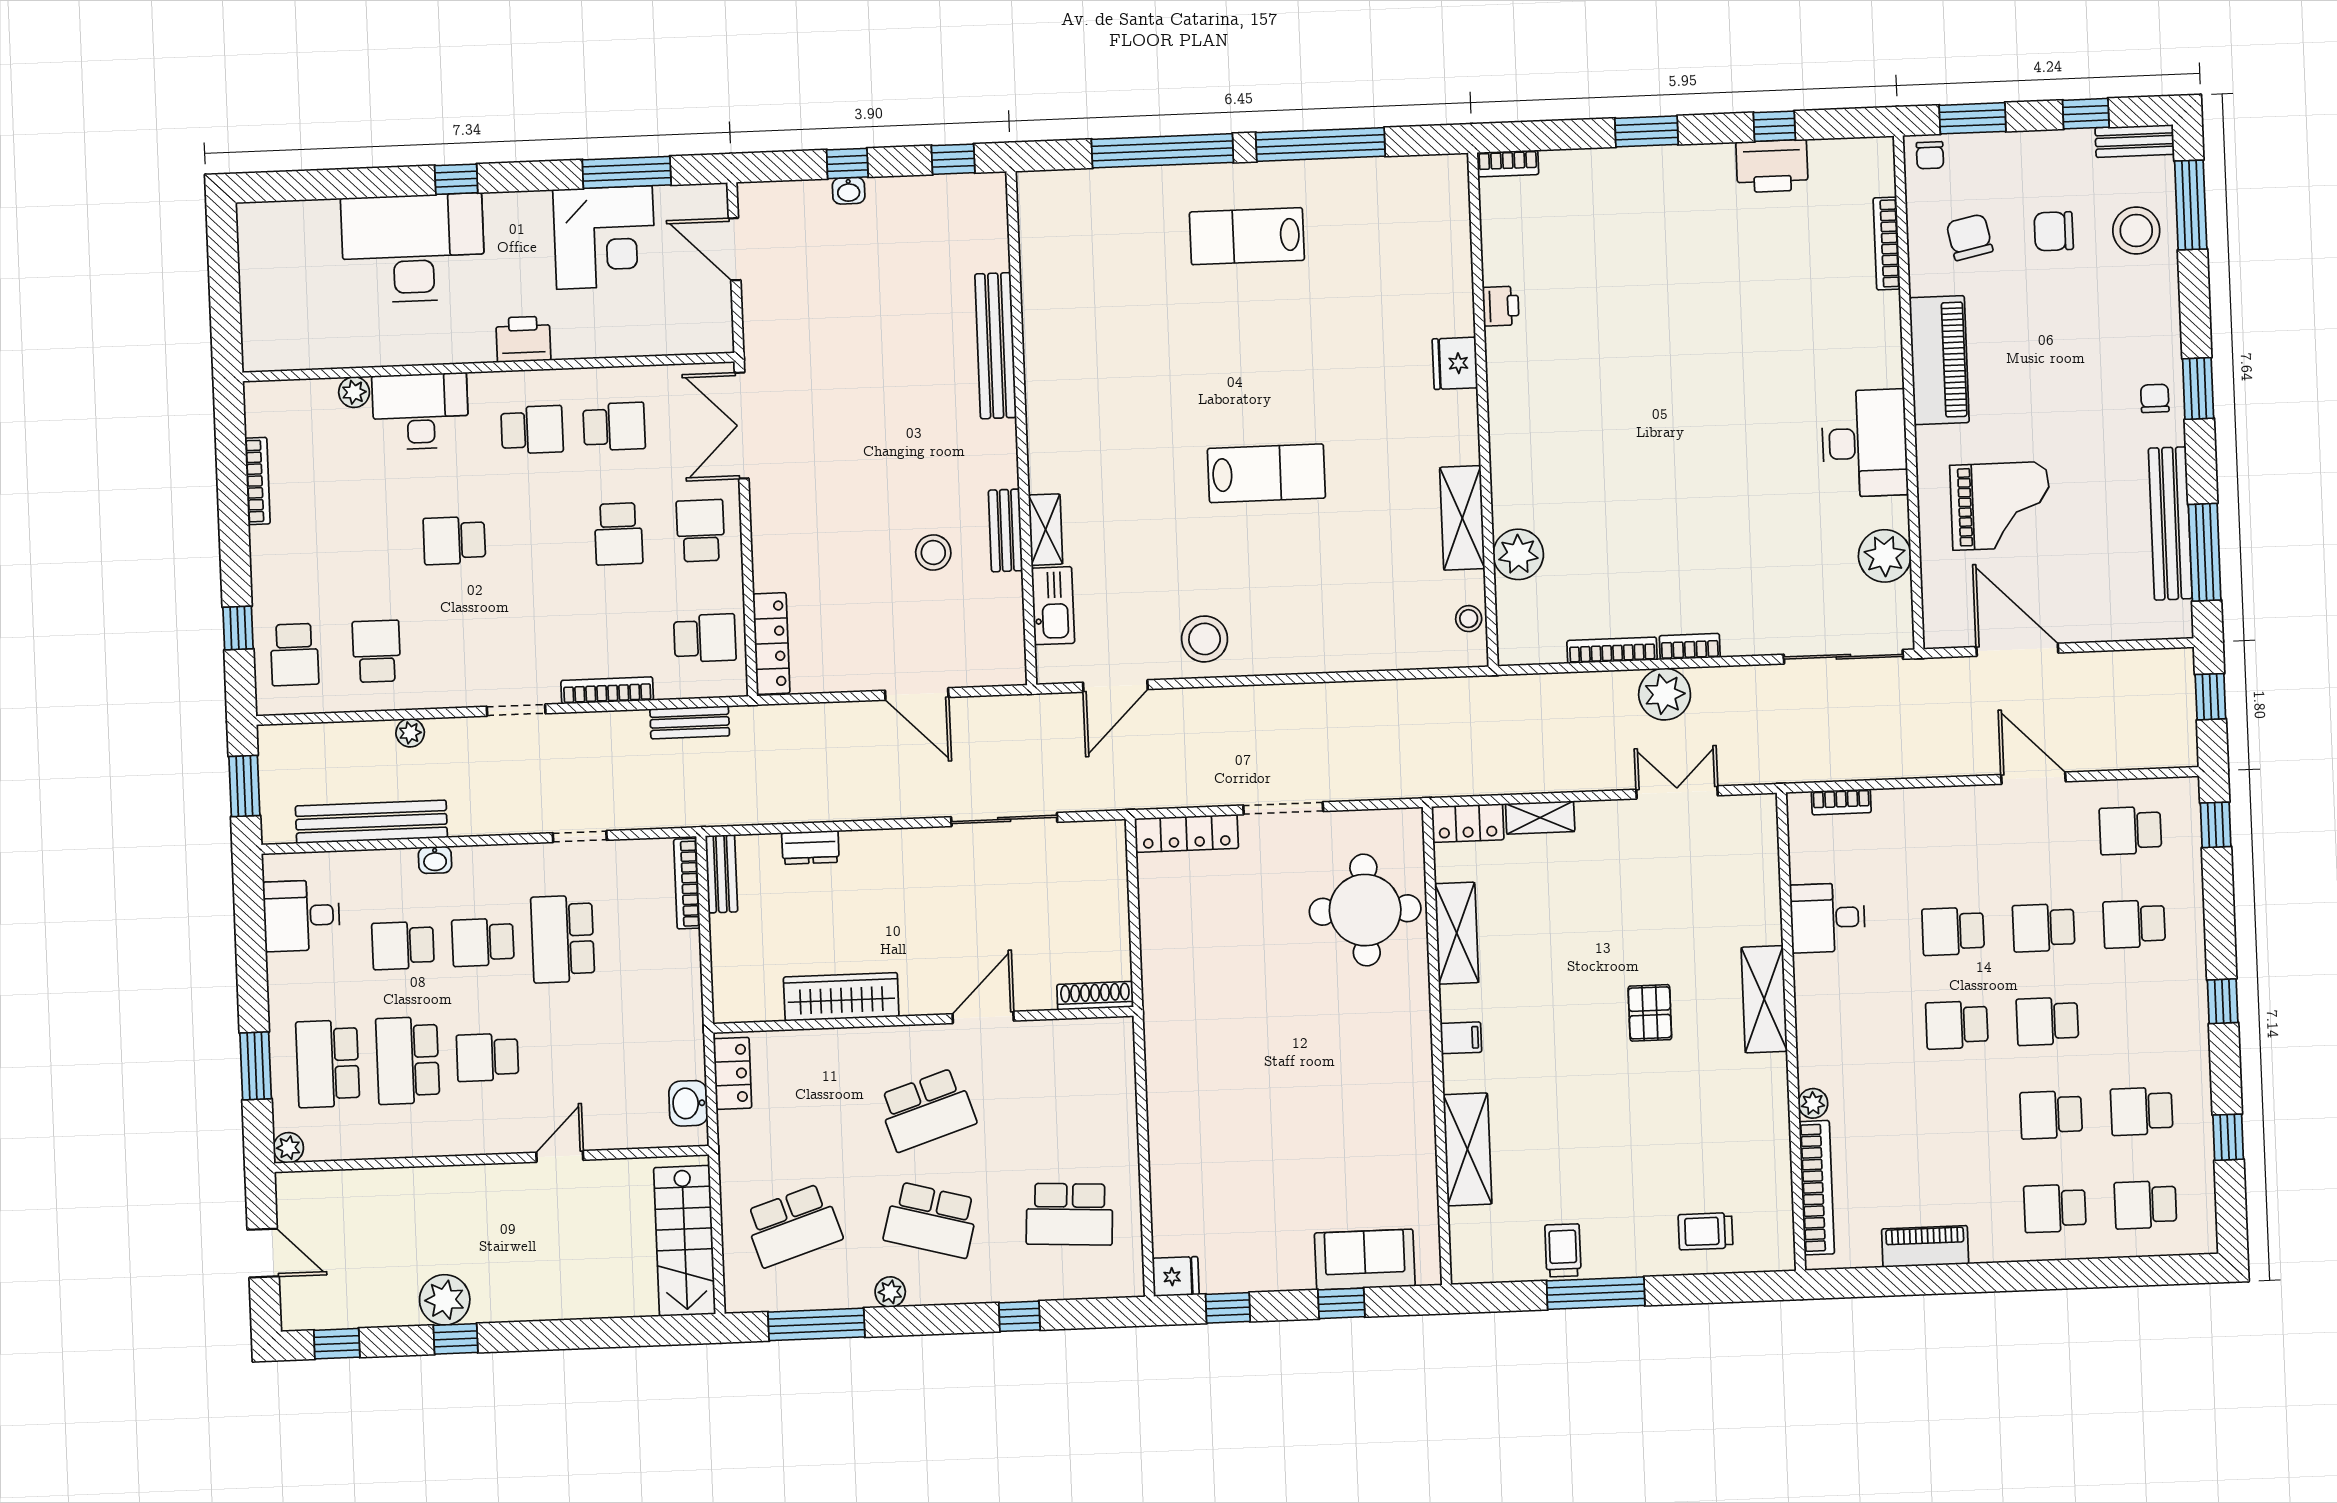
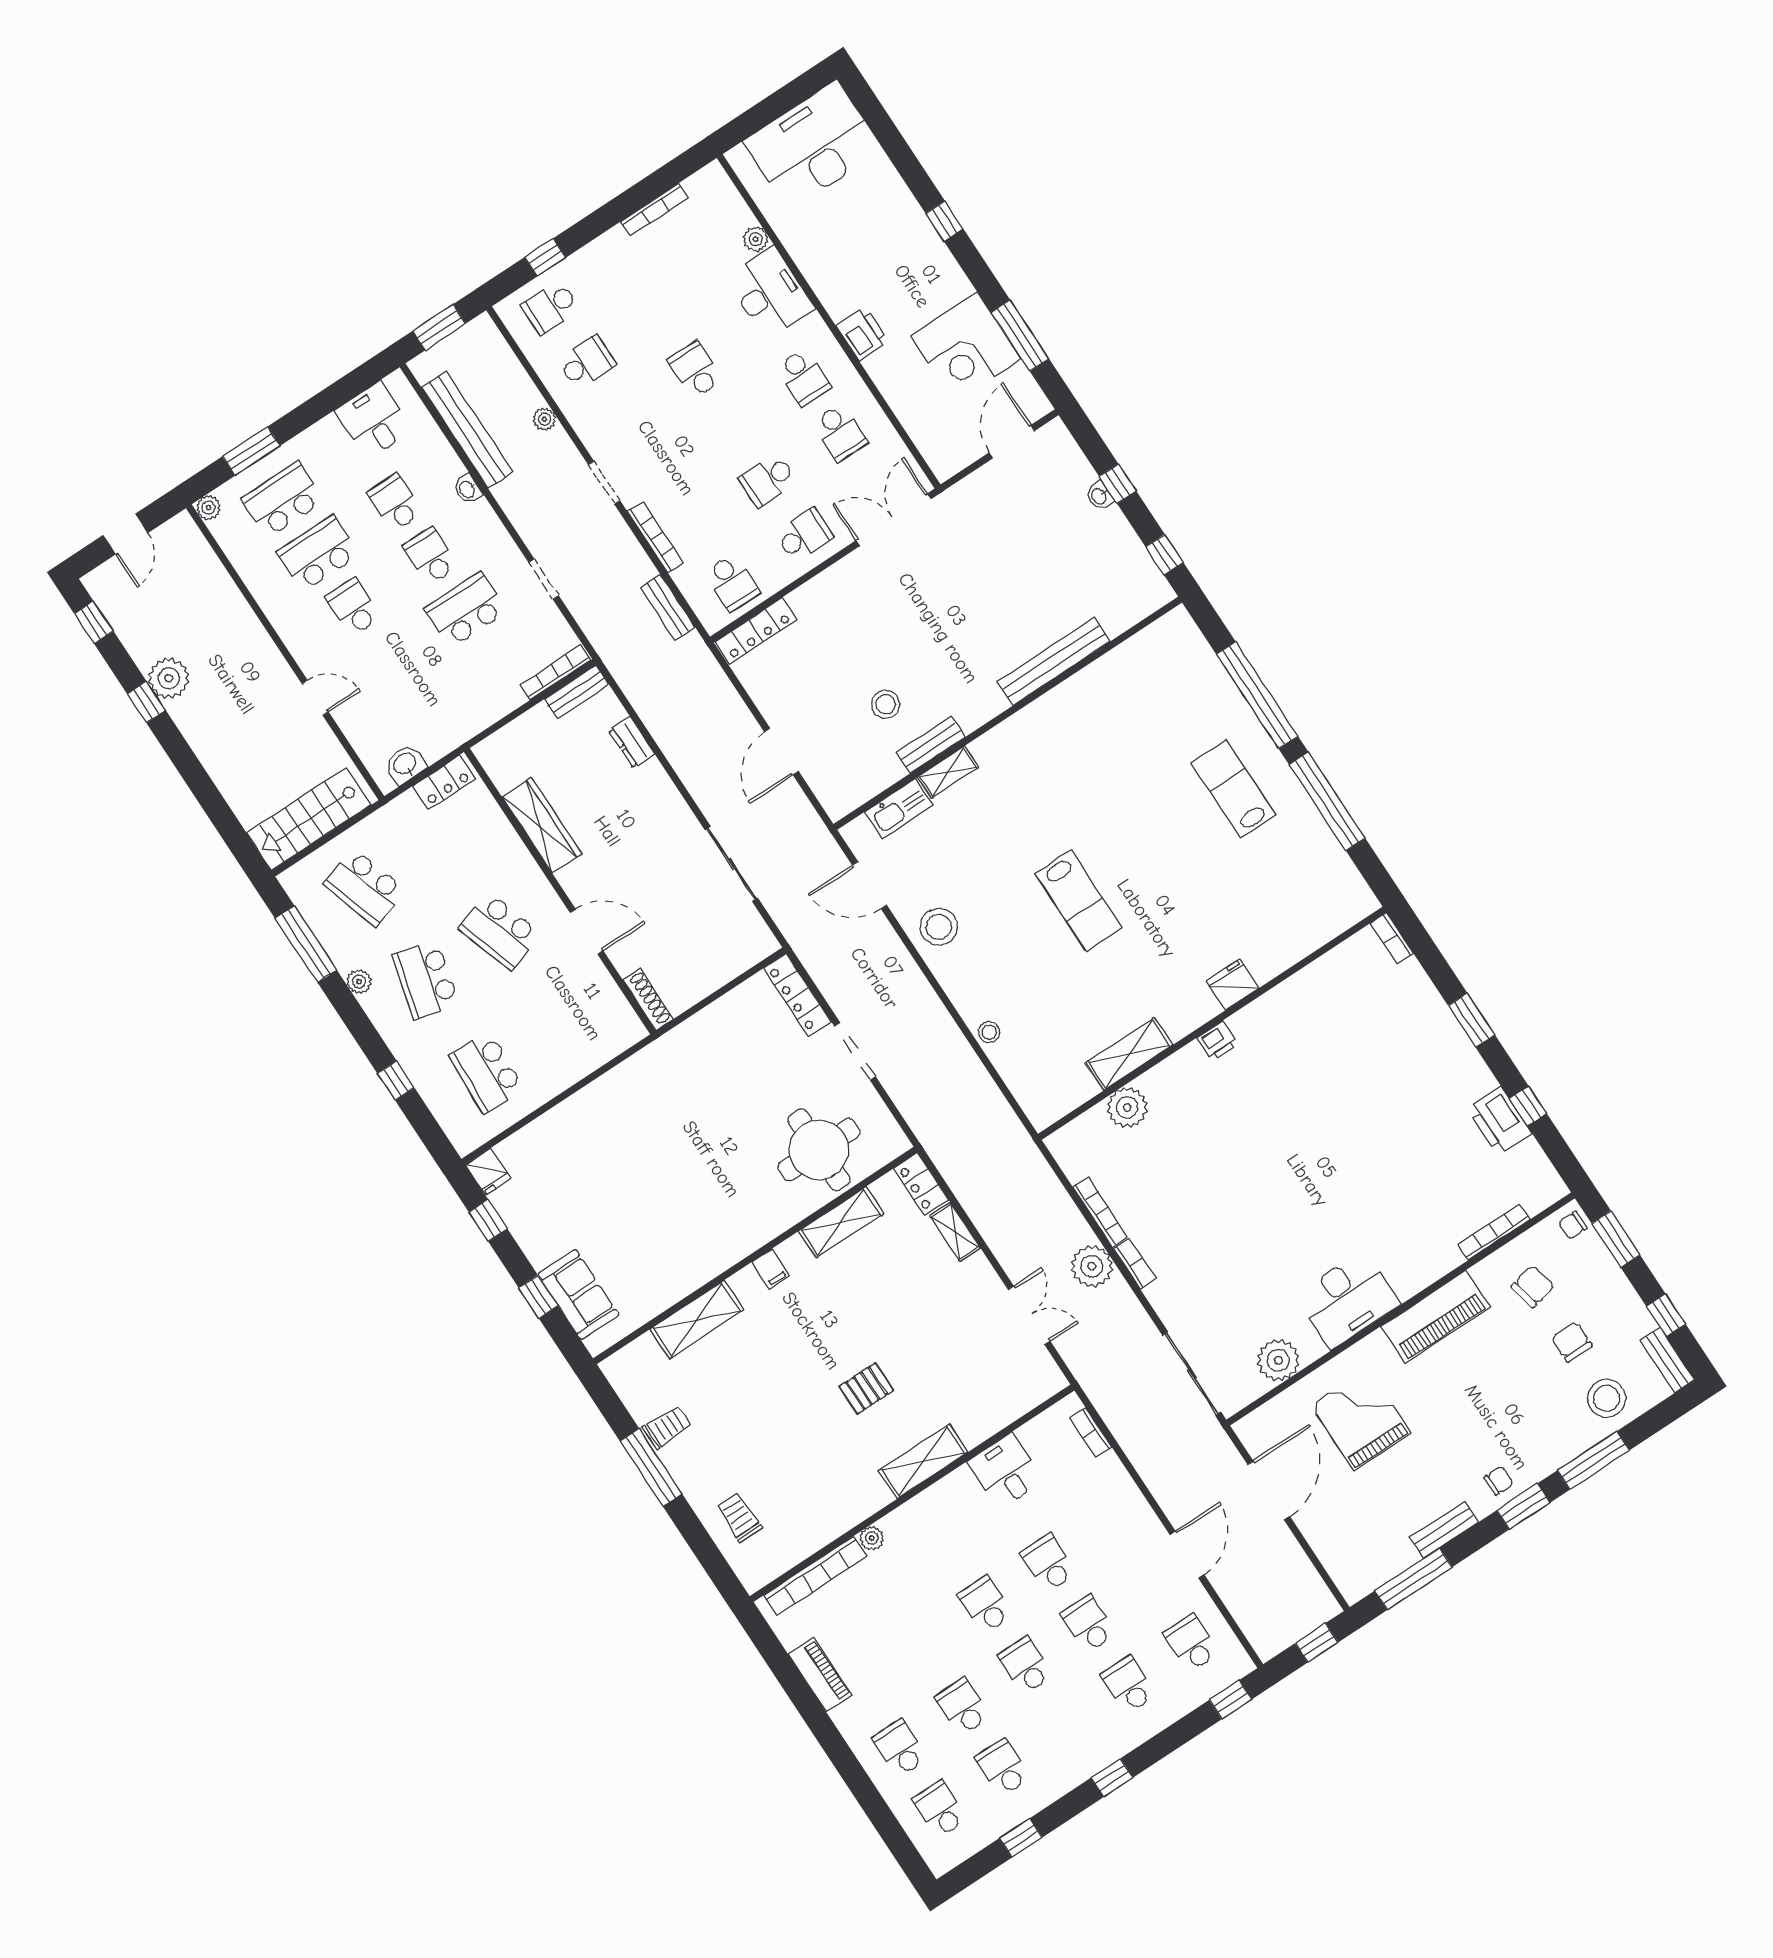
window: (2191, 205) -> (1593, 1460), moved
desk: (413, 248) -> (813, 145), moved, turned -90
printer: (1501, 306) -> (1217, 1041), moved
grand piano: (2000, 506) -> (1361, 1419), turned 180
bench: (2170, 523) -> (1444, 1530), width x0.54, depth x0.82
stool: (1469, 619) -> (989, 1032), moved

